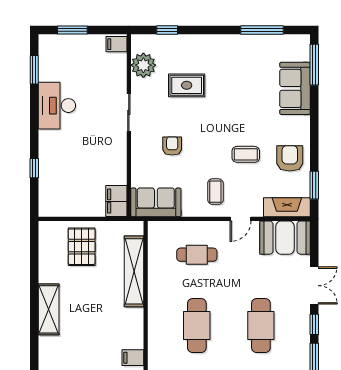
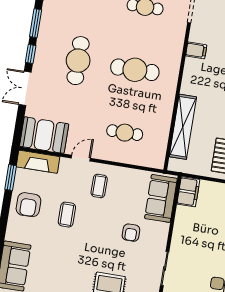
coffee table: (246, 154) -> (67, 215), turned 90
sofa: (156, 202) -> (161, 198), moved, turned 90
cafe table: (197, 326) -> (135, 70), turned 90

